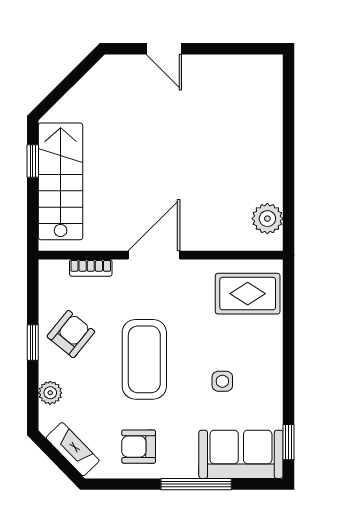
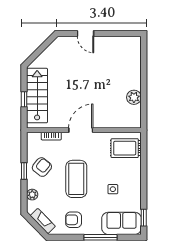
window: (33, 161) -> (24, 99), moved
plant: (267, 219) -> (134, 97), moved

